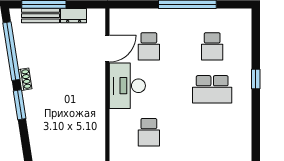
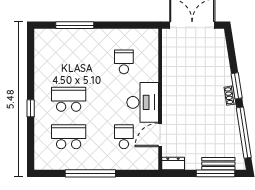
dresser: (74, 16) -> (173, 164), moved
school desk: (212, 46) -> (69, 137), width x1.85
shoe rack: (25, 79) -> (230, 96), moved

